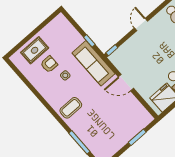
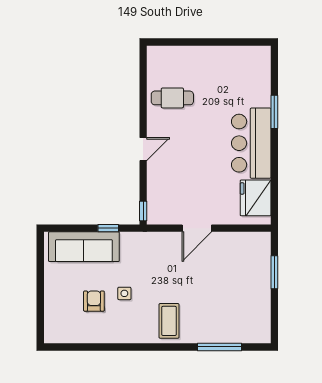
door: (141, 24) -> (143, 149), swing flipped
rug: (35, 50) -> (62, 304), removed
sofa: (94, 63) -> (84, 247), moved

